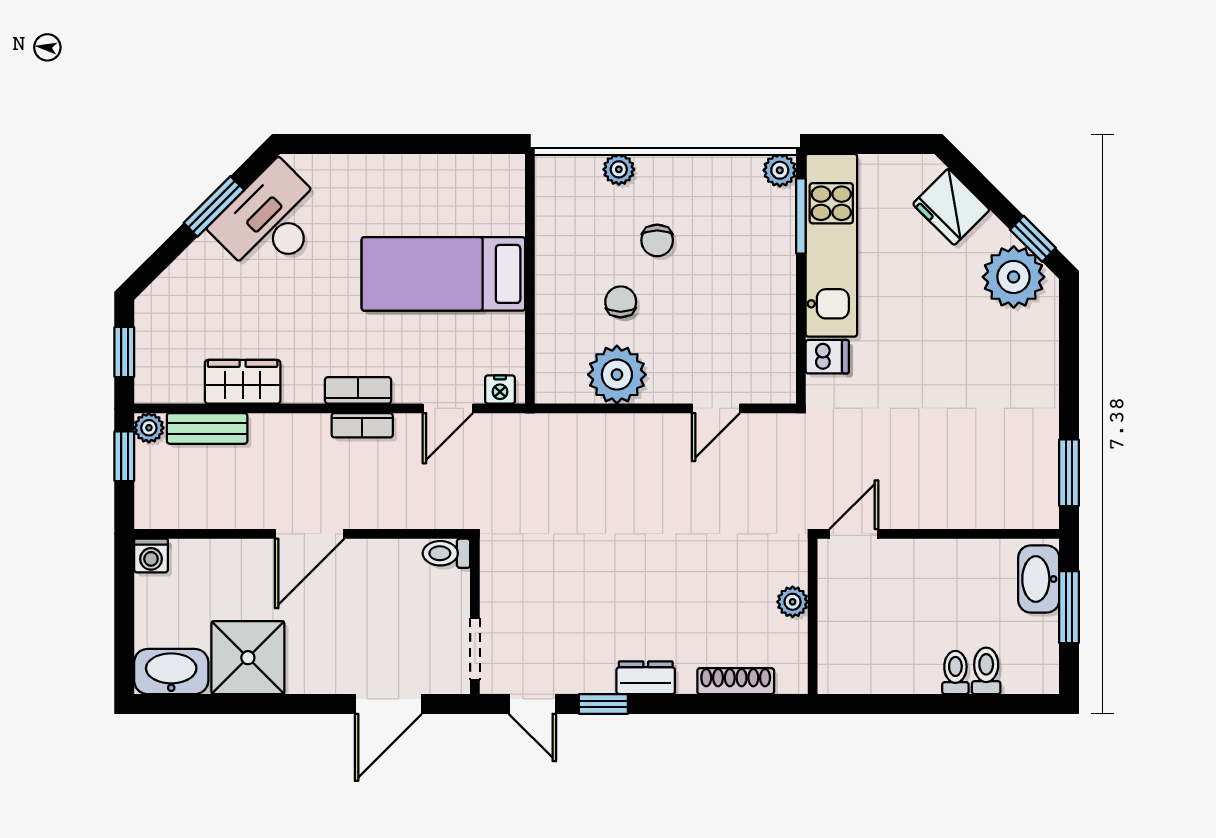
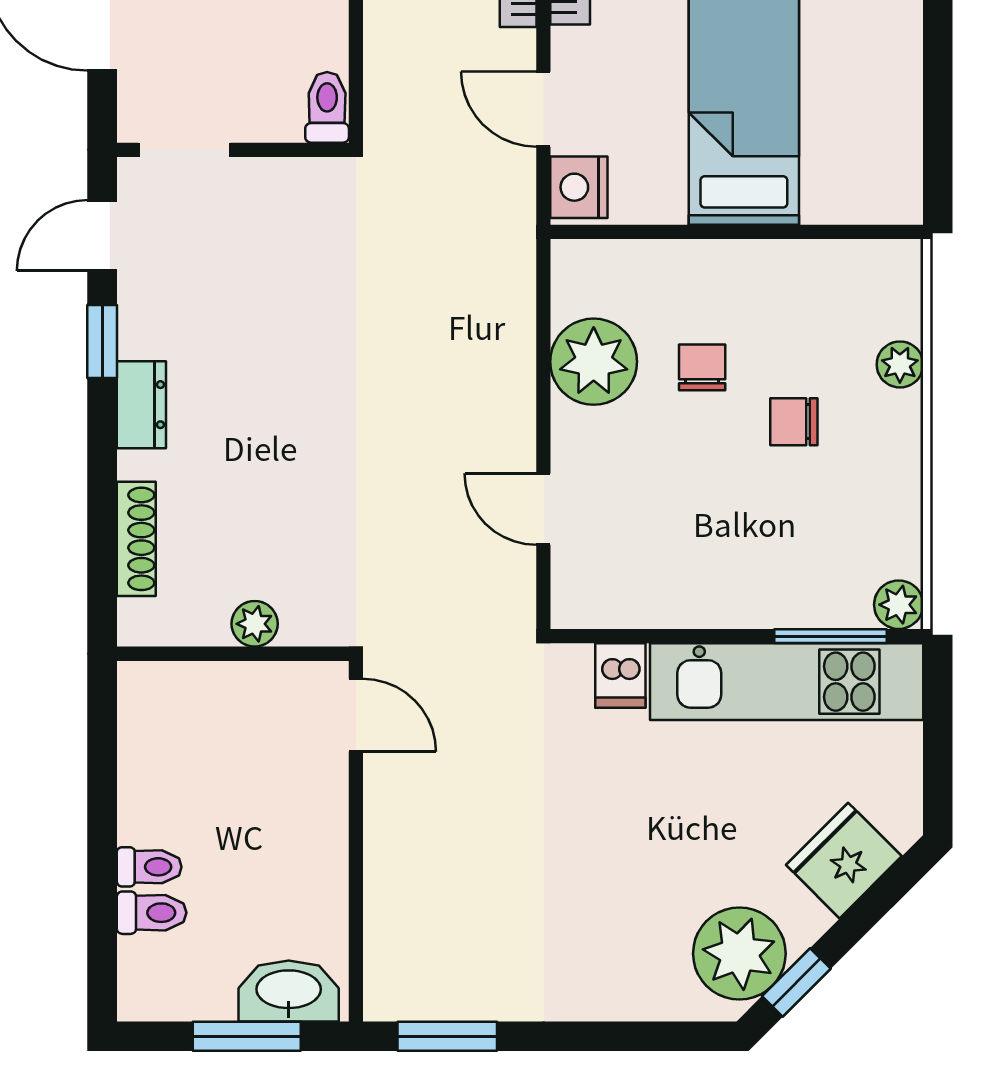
chair: (621, 302) -> (702, 367), turned -90
nightstand: (500, 389) -> (579, 187), width x1.39, depth x1.35

